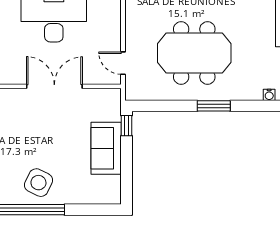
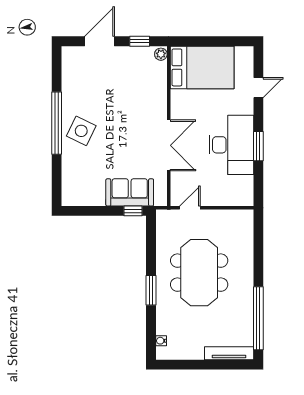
sofa: (106, 148) -> (130, 192), moved

